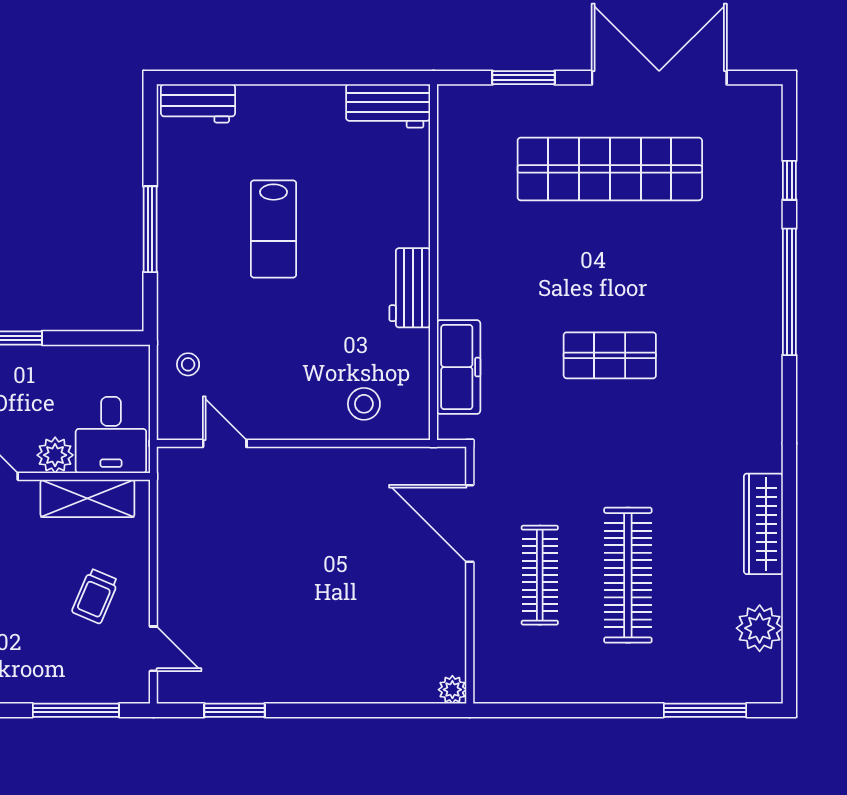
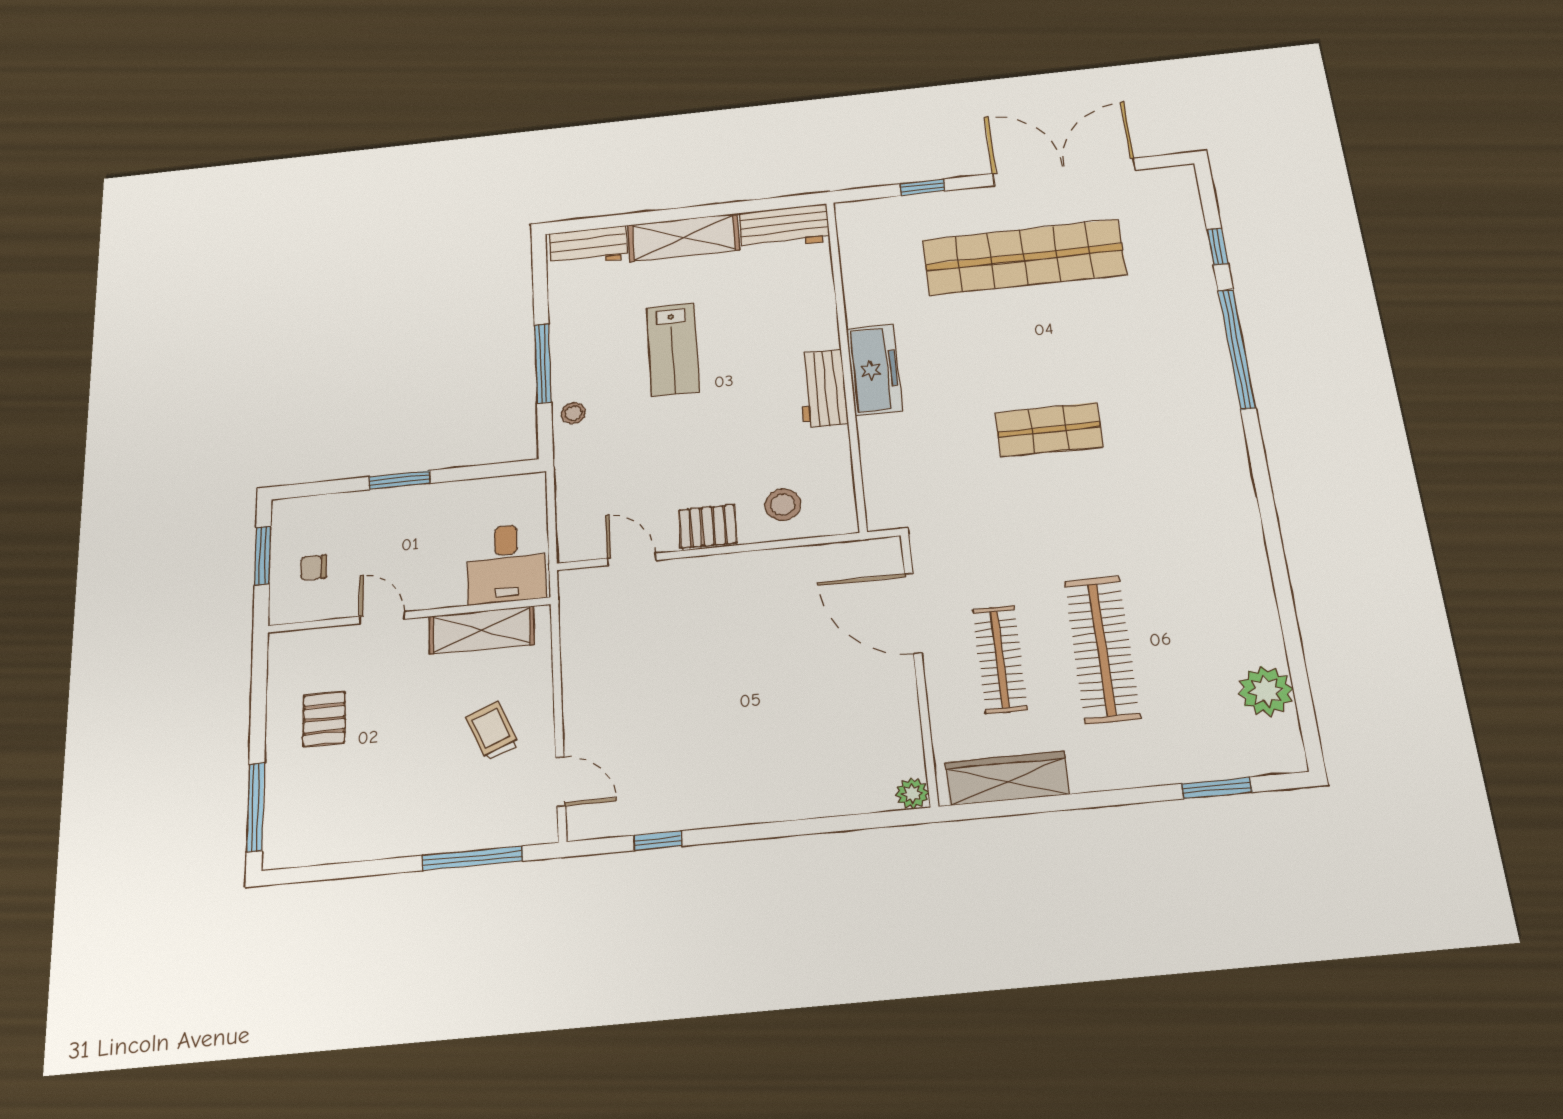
window: (523, 78) -> (922, 187), width x0.67
shelving: (291, 105) -> (684, 238), added
stool: (188, 364) -> (573, 413), moved
freezer: (459, 367) -> (874, 370), moved
pallet: (295, 418) -> (708, 526), added
plant: (55, 455) -> (445, 590), removed
wardrobe: (763, 524) -> (1007, 778), moved, turned 90
trolley: (95, 596) -> (492, 731), turned 134
window: (235, 710) -> (658, 841), width x0.67
window: (705, 710) -> (1217, 788), width x0.69

